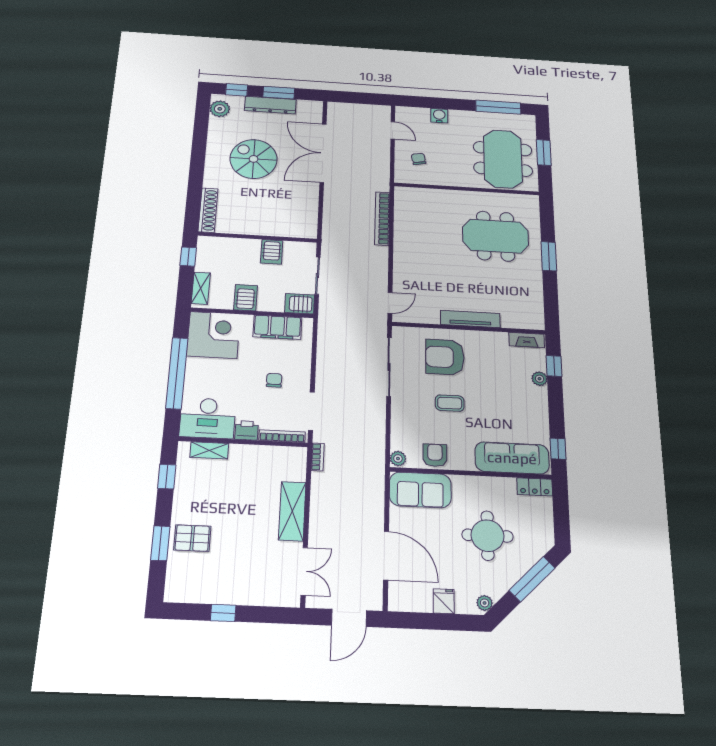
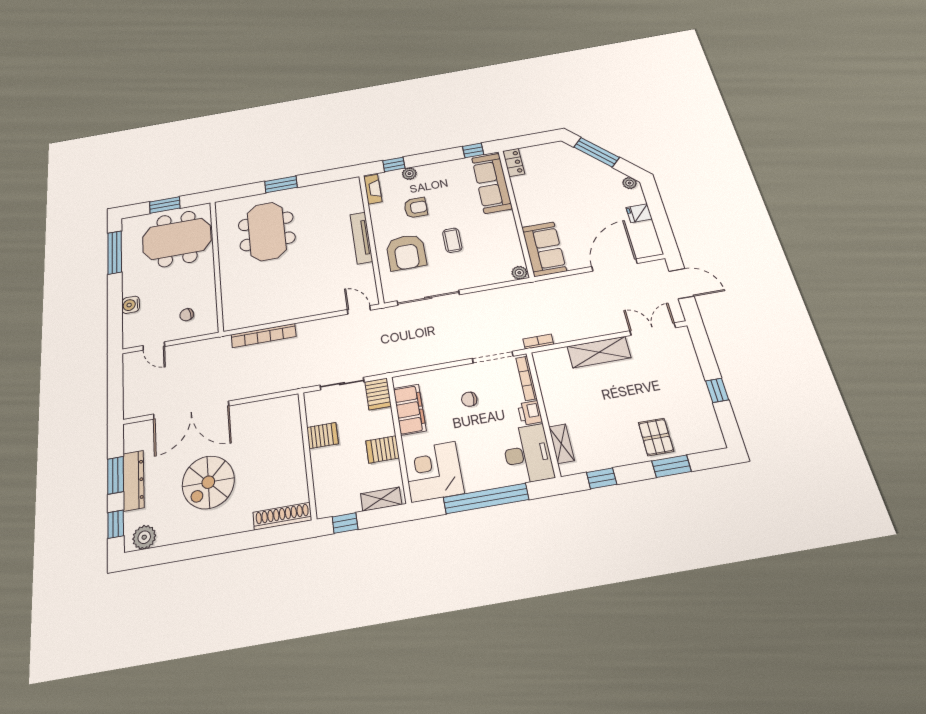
door: (393, 130) -> (154, 346), swing flipped
armchair: (435, 455) -> (416, 208), moved, turned 180
round table: (487, 536) -> (569, 190), removed

